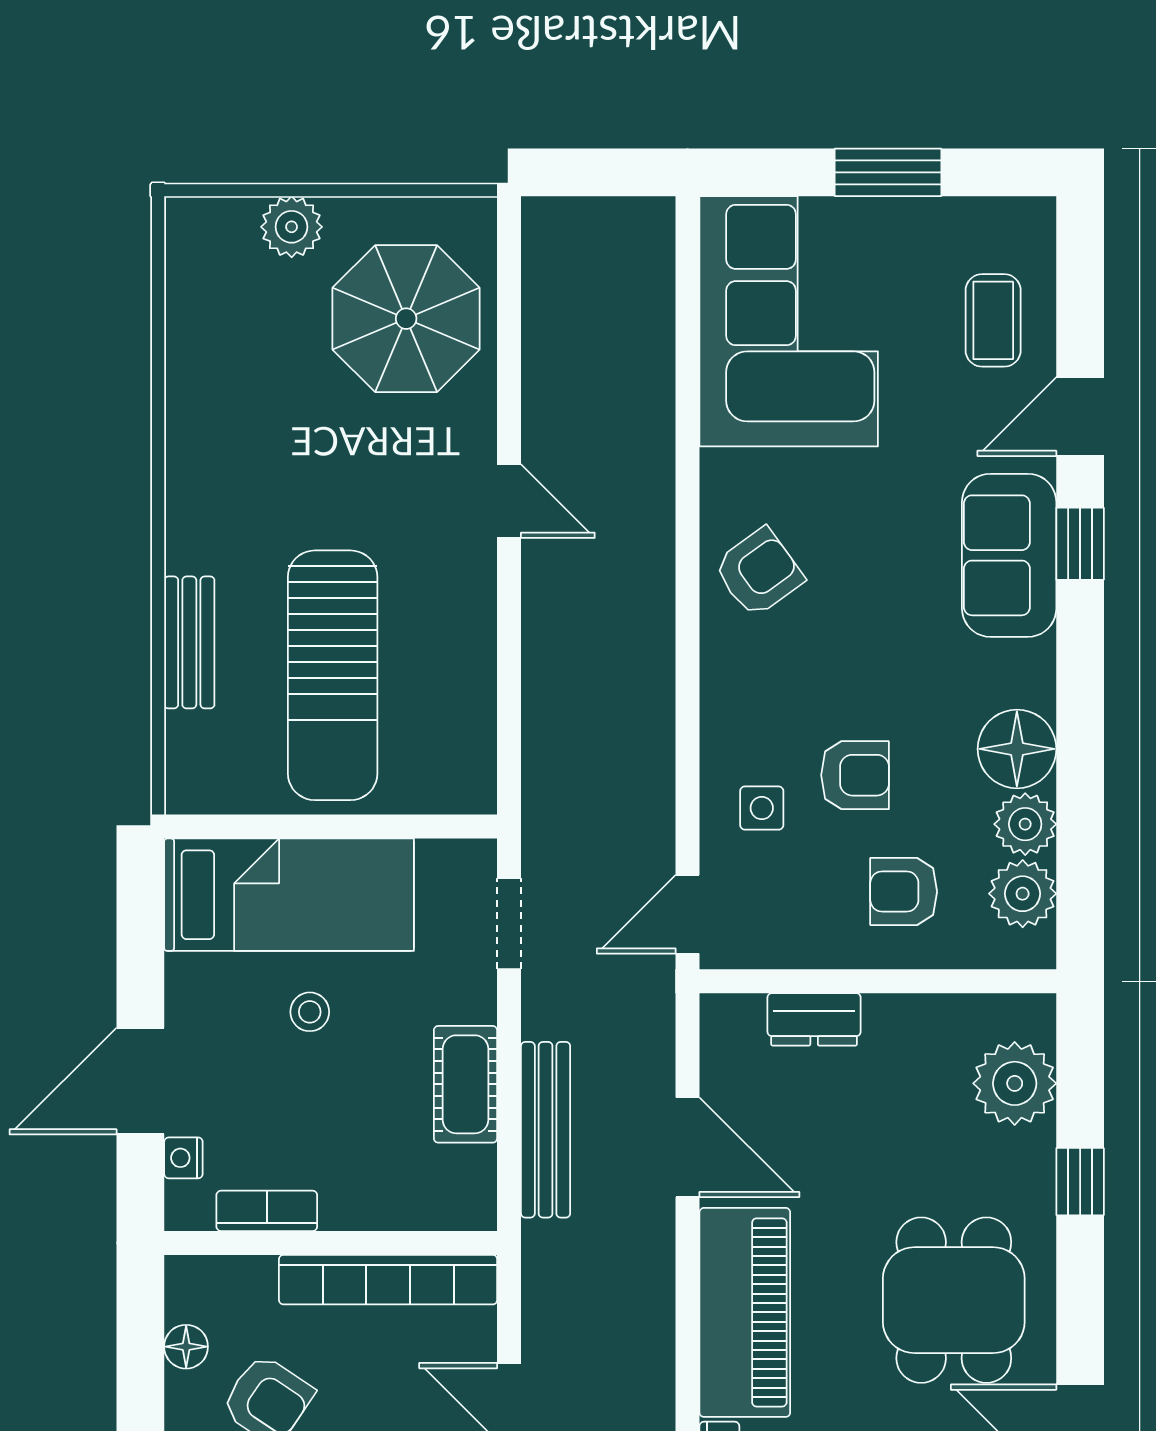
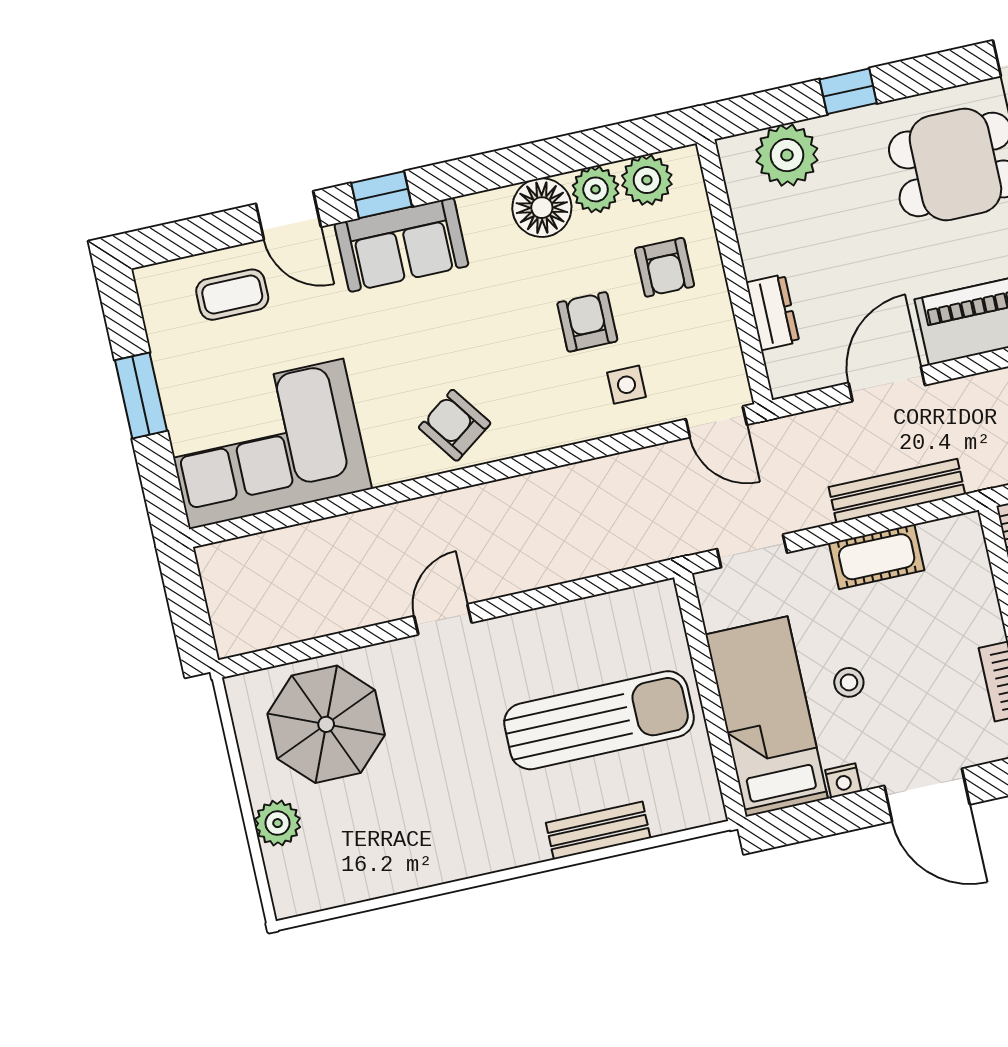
nightstand: (183, 1158) -> (843, 781), moved

